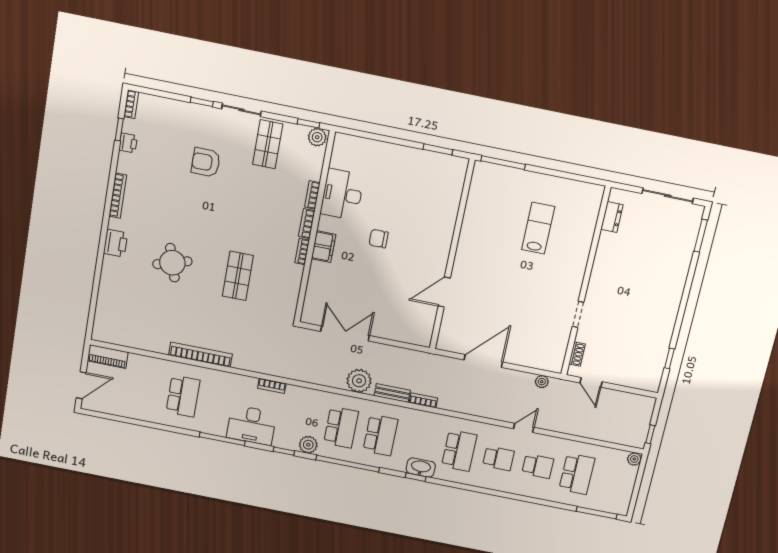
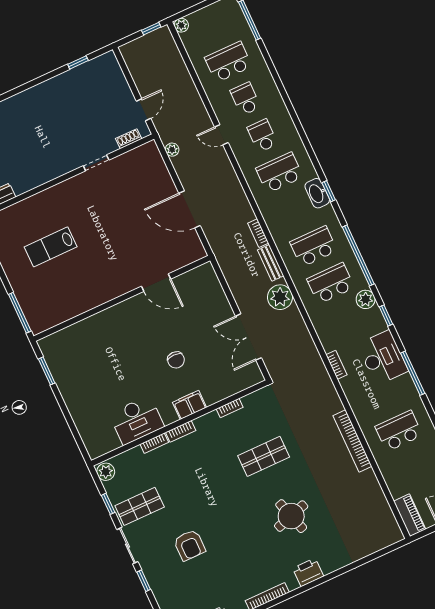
window: (308, 123) -> (108, 504), moved
chair: (379, 239) -> (176, 360), moved
bookcase: (302, 251) -> (230, 408), moved

